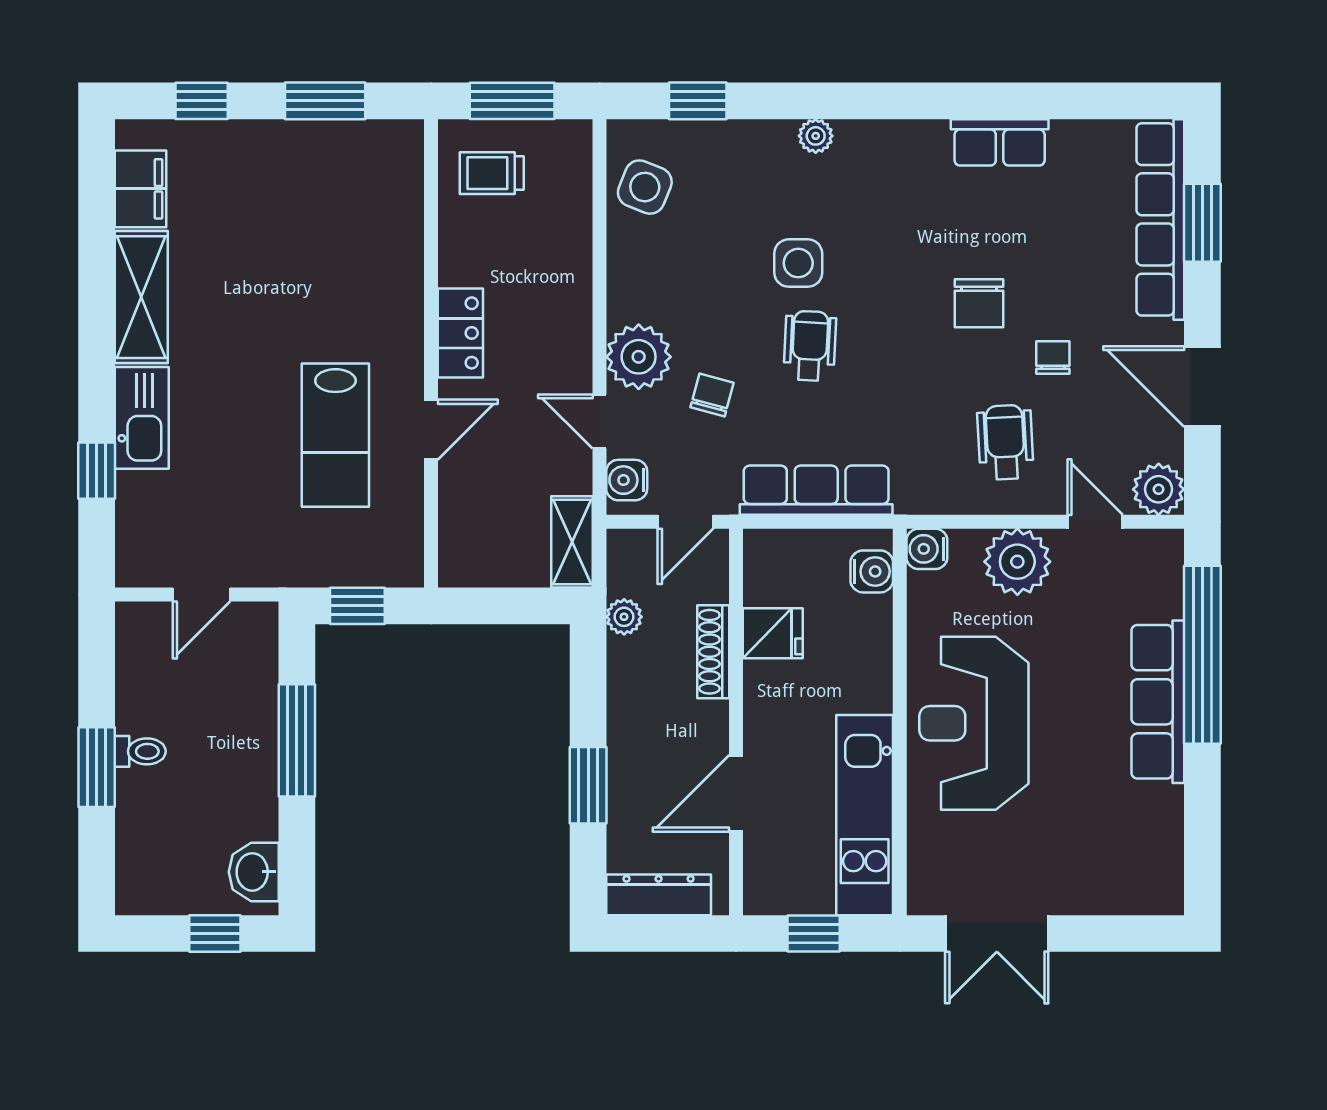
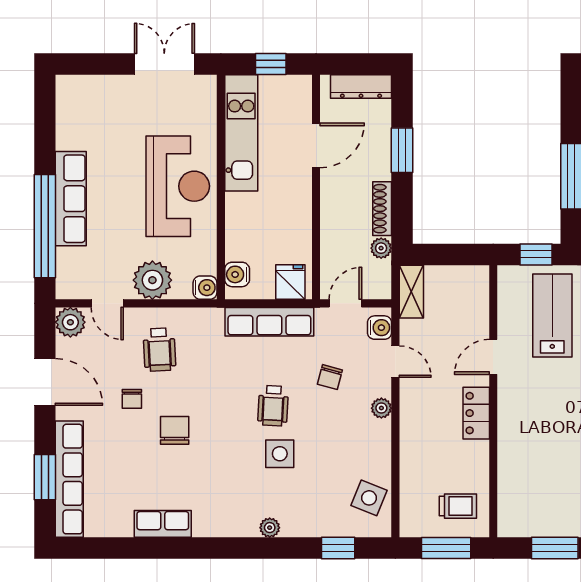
plant: (639, 357) -> (381, 408), width x0.53, depth x0.53
lab bench: (335, 435) -> (552, 316), moved
fridge: (773, 633) -> (290, 282), moved, turned 90
shoe rack: (713, 652) -> (382, 209), moved, turned 180

